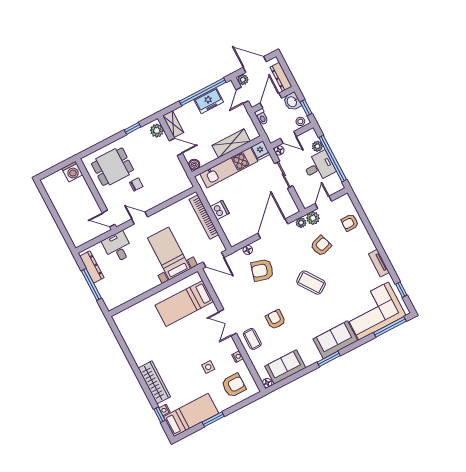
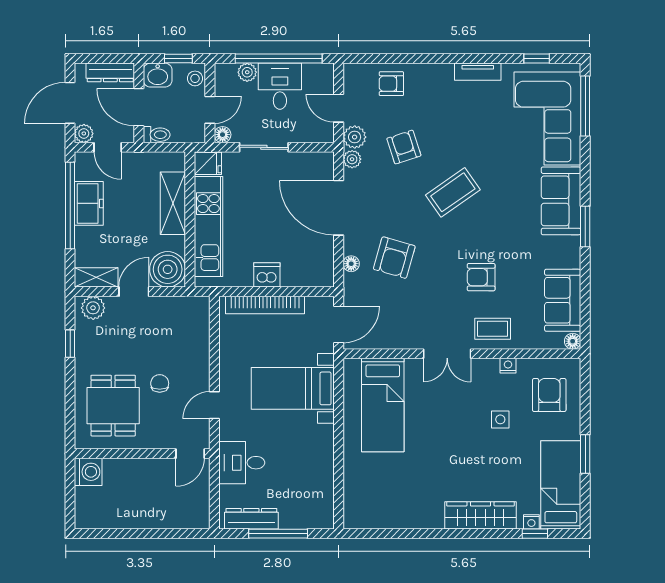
boiler: (194, 165) -> (168, 269), width x1.86, depth x1.86
armchair: (350, 223) -> (391, 84), turned 90

